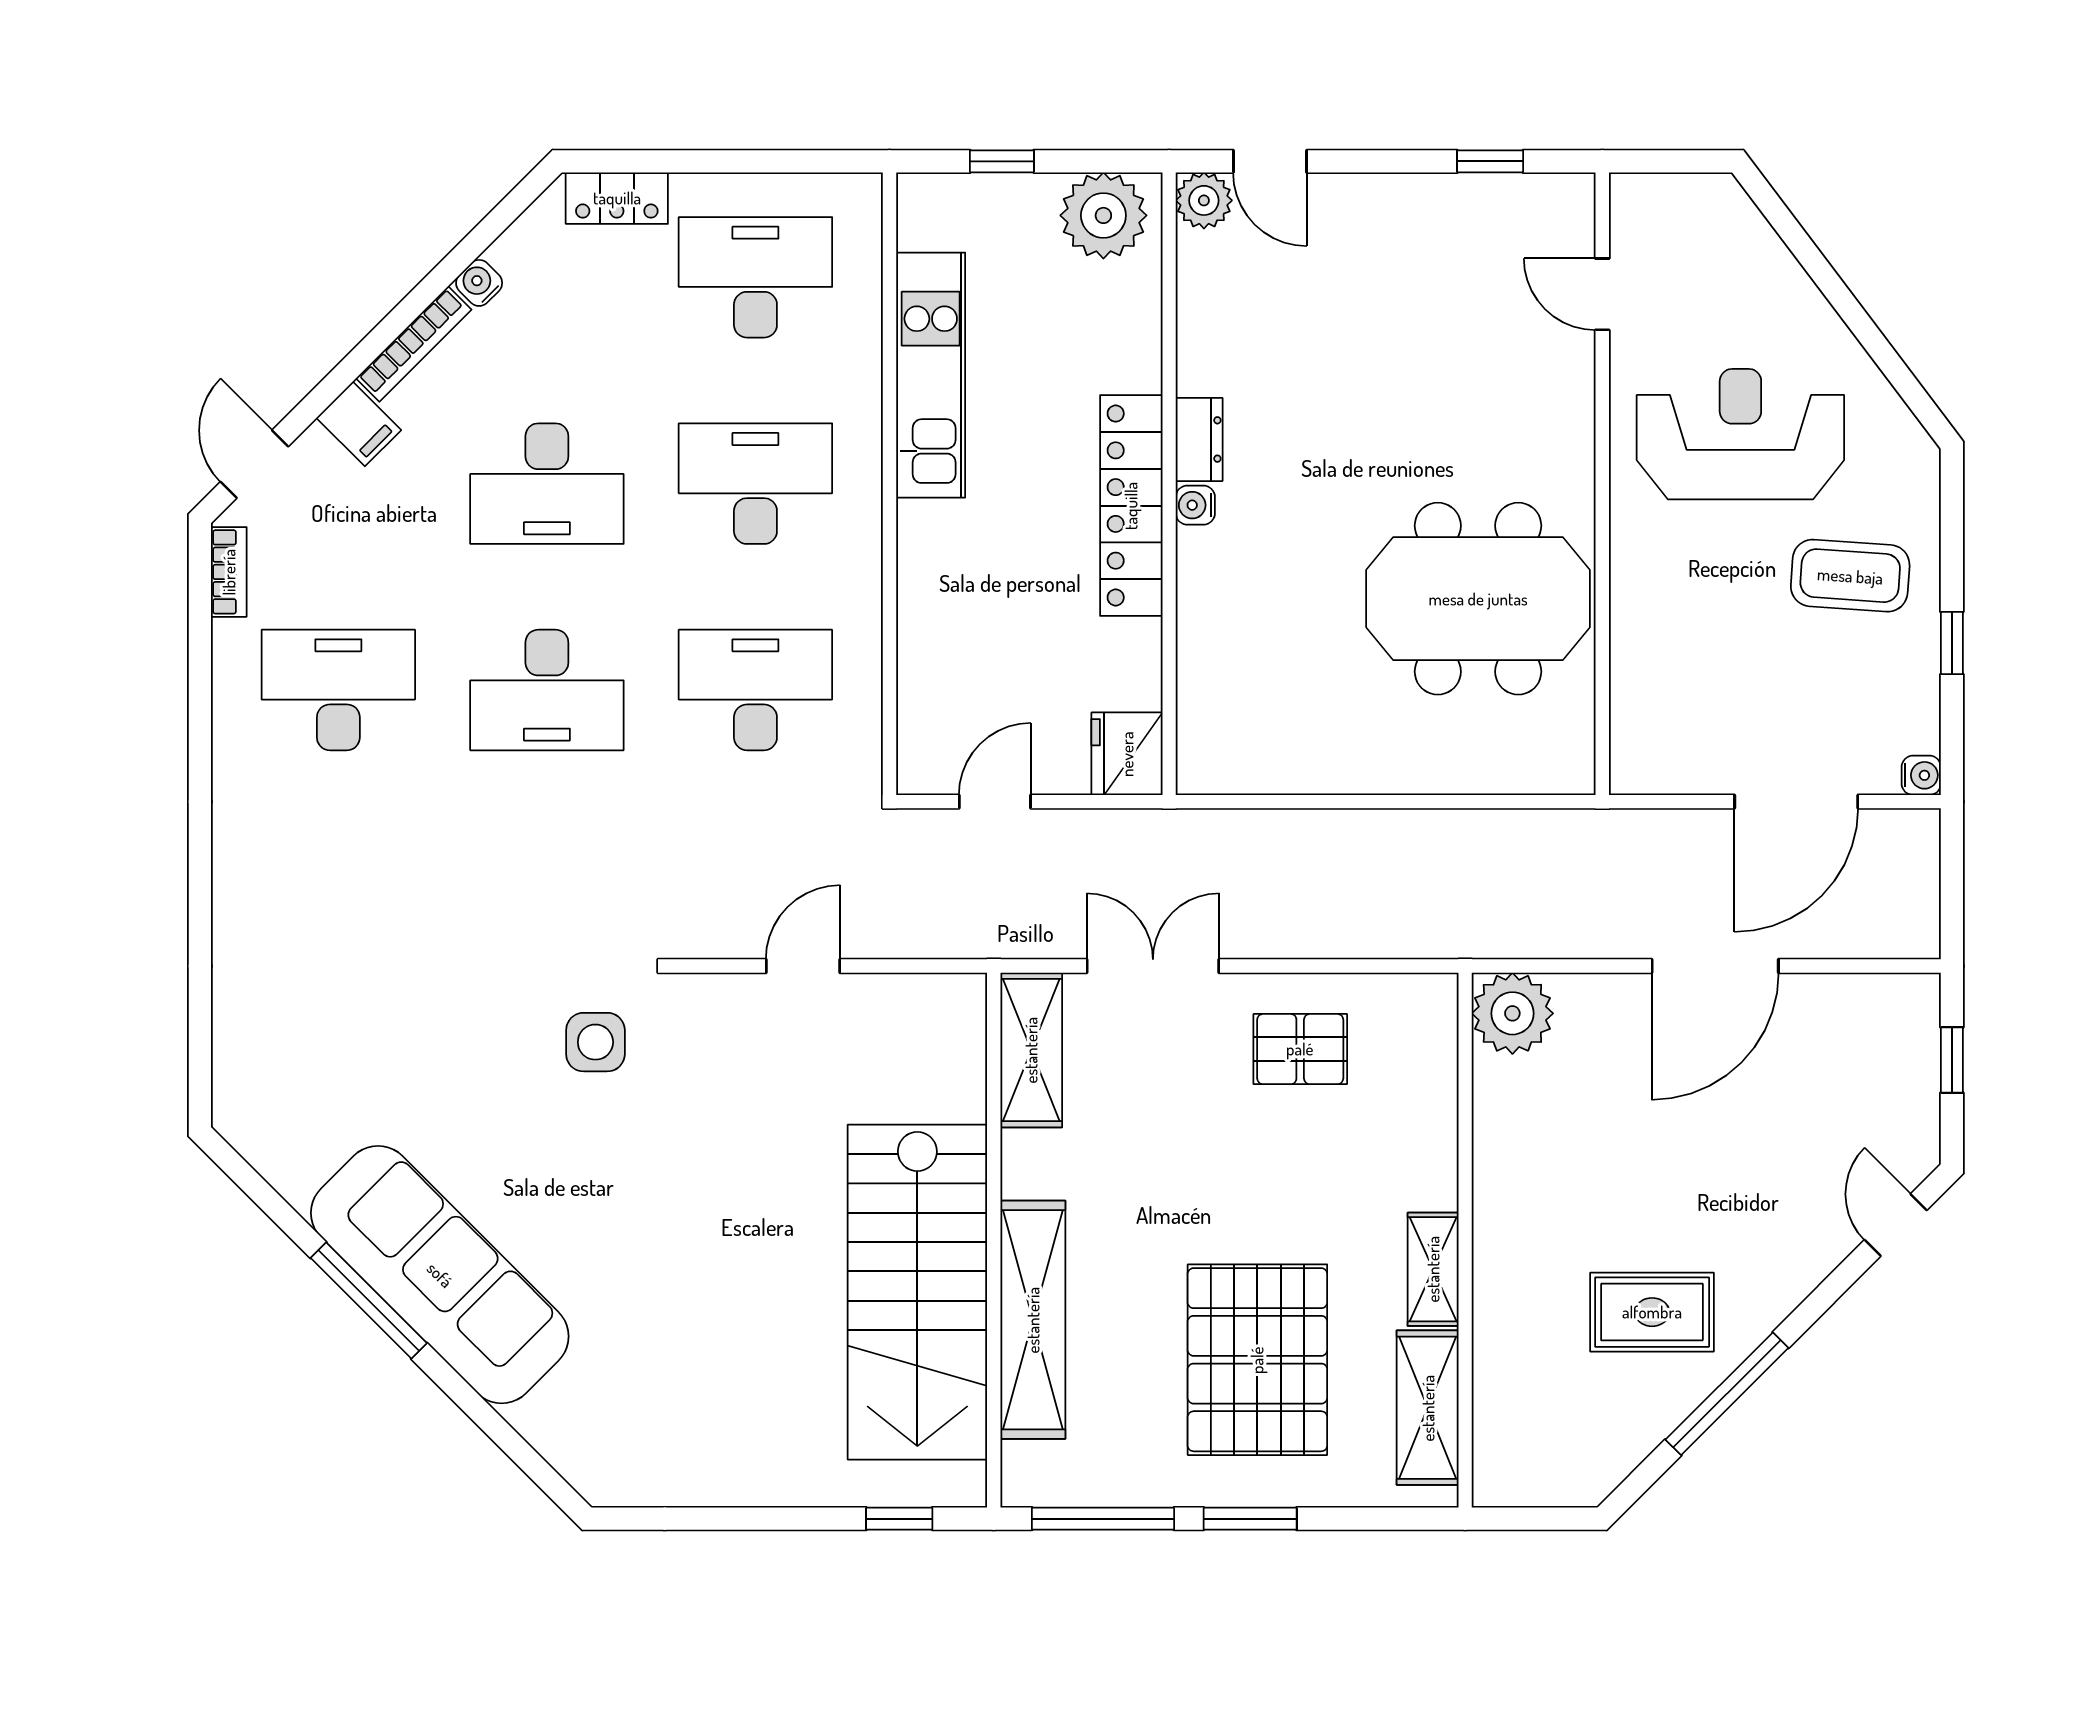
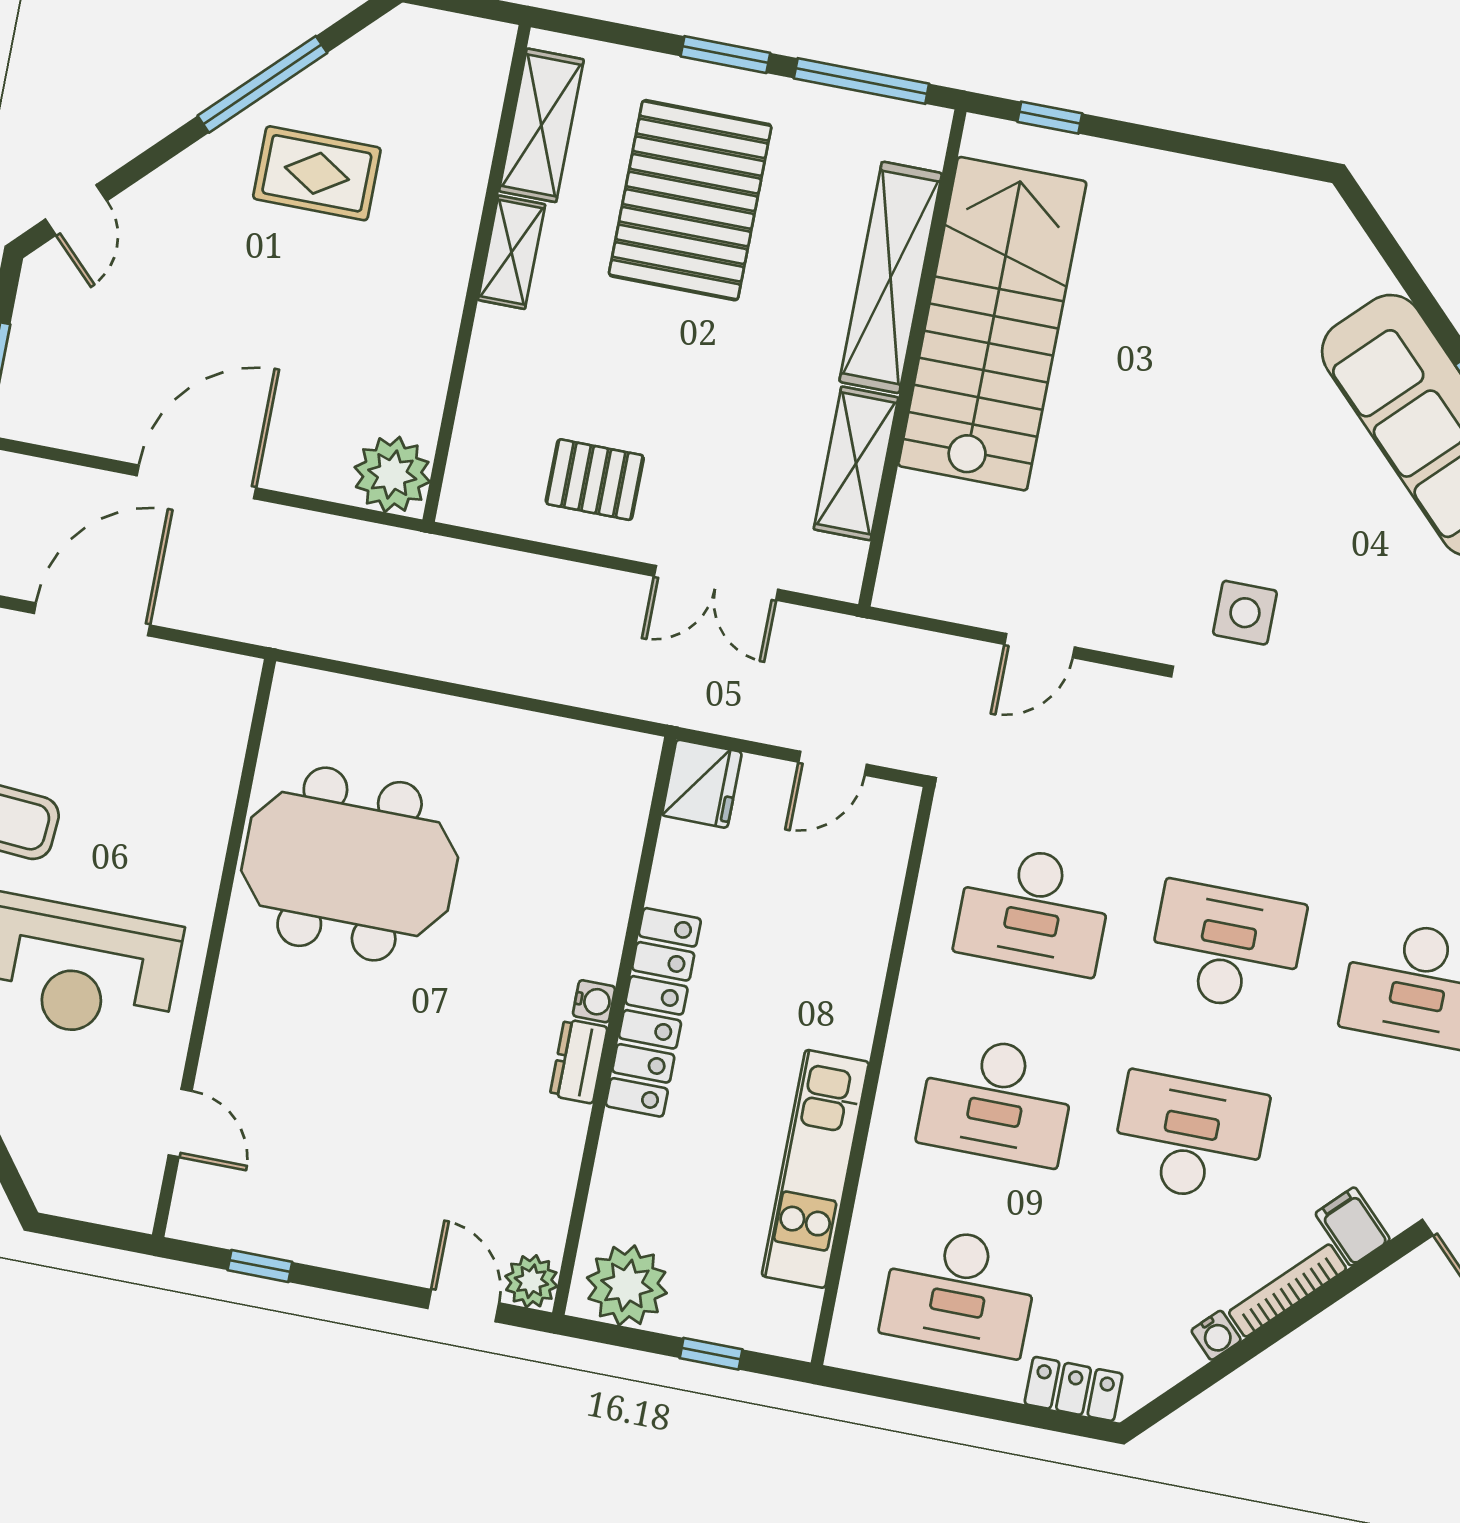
shelving: (1031, 1050) -> (856, 463), moved

